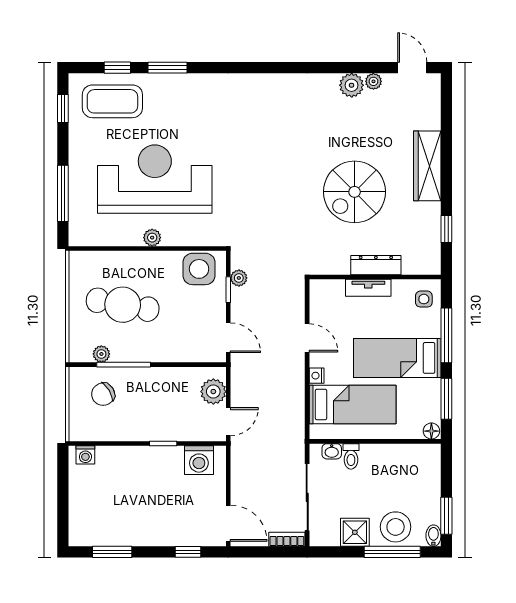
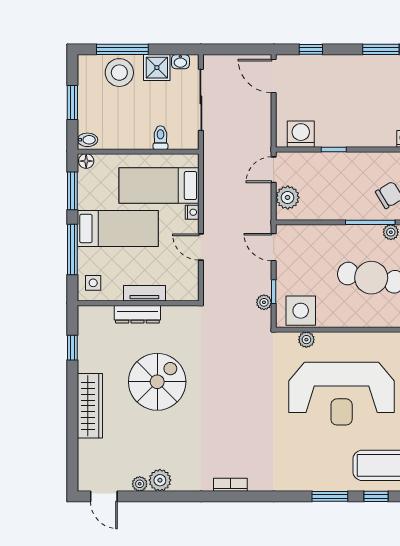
plant: (152, 238) -> (306, 340), moved
washbasin: (332, 451) -> (180, 62), moved, turned 180
window: (446, 516) -> (72, 102), moved
bidet: (433, 536) -> (87, 140), moved, turned -90
bookcase: (287, 539) -> (230, 485), moved, turned 180

